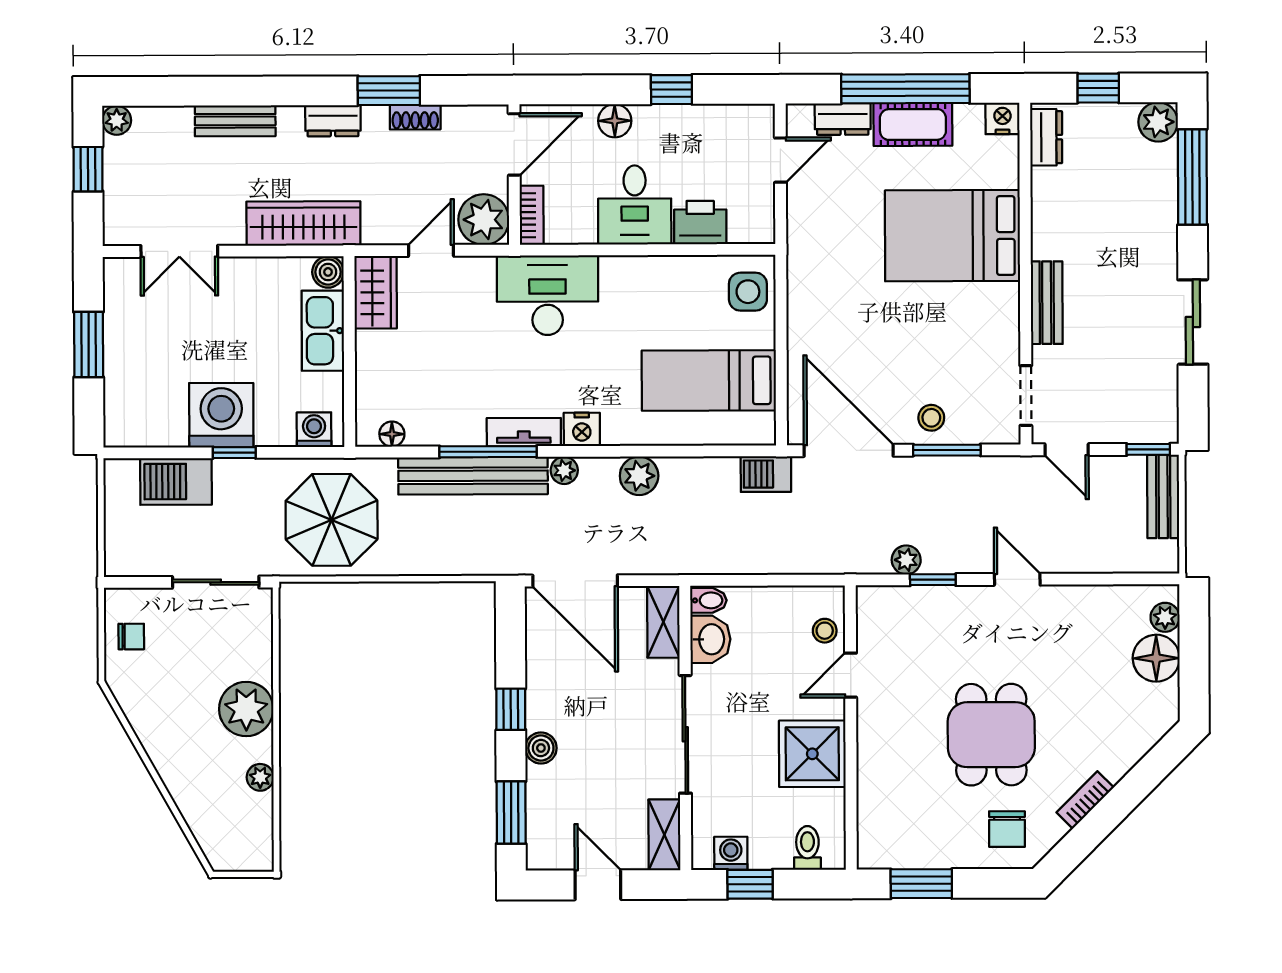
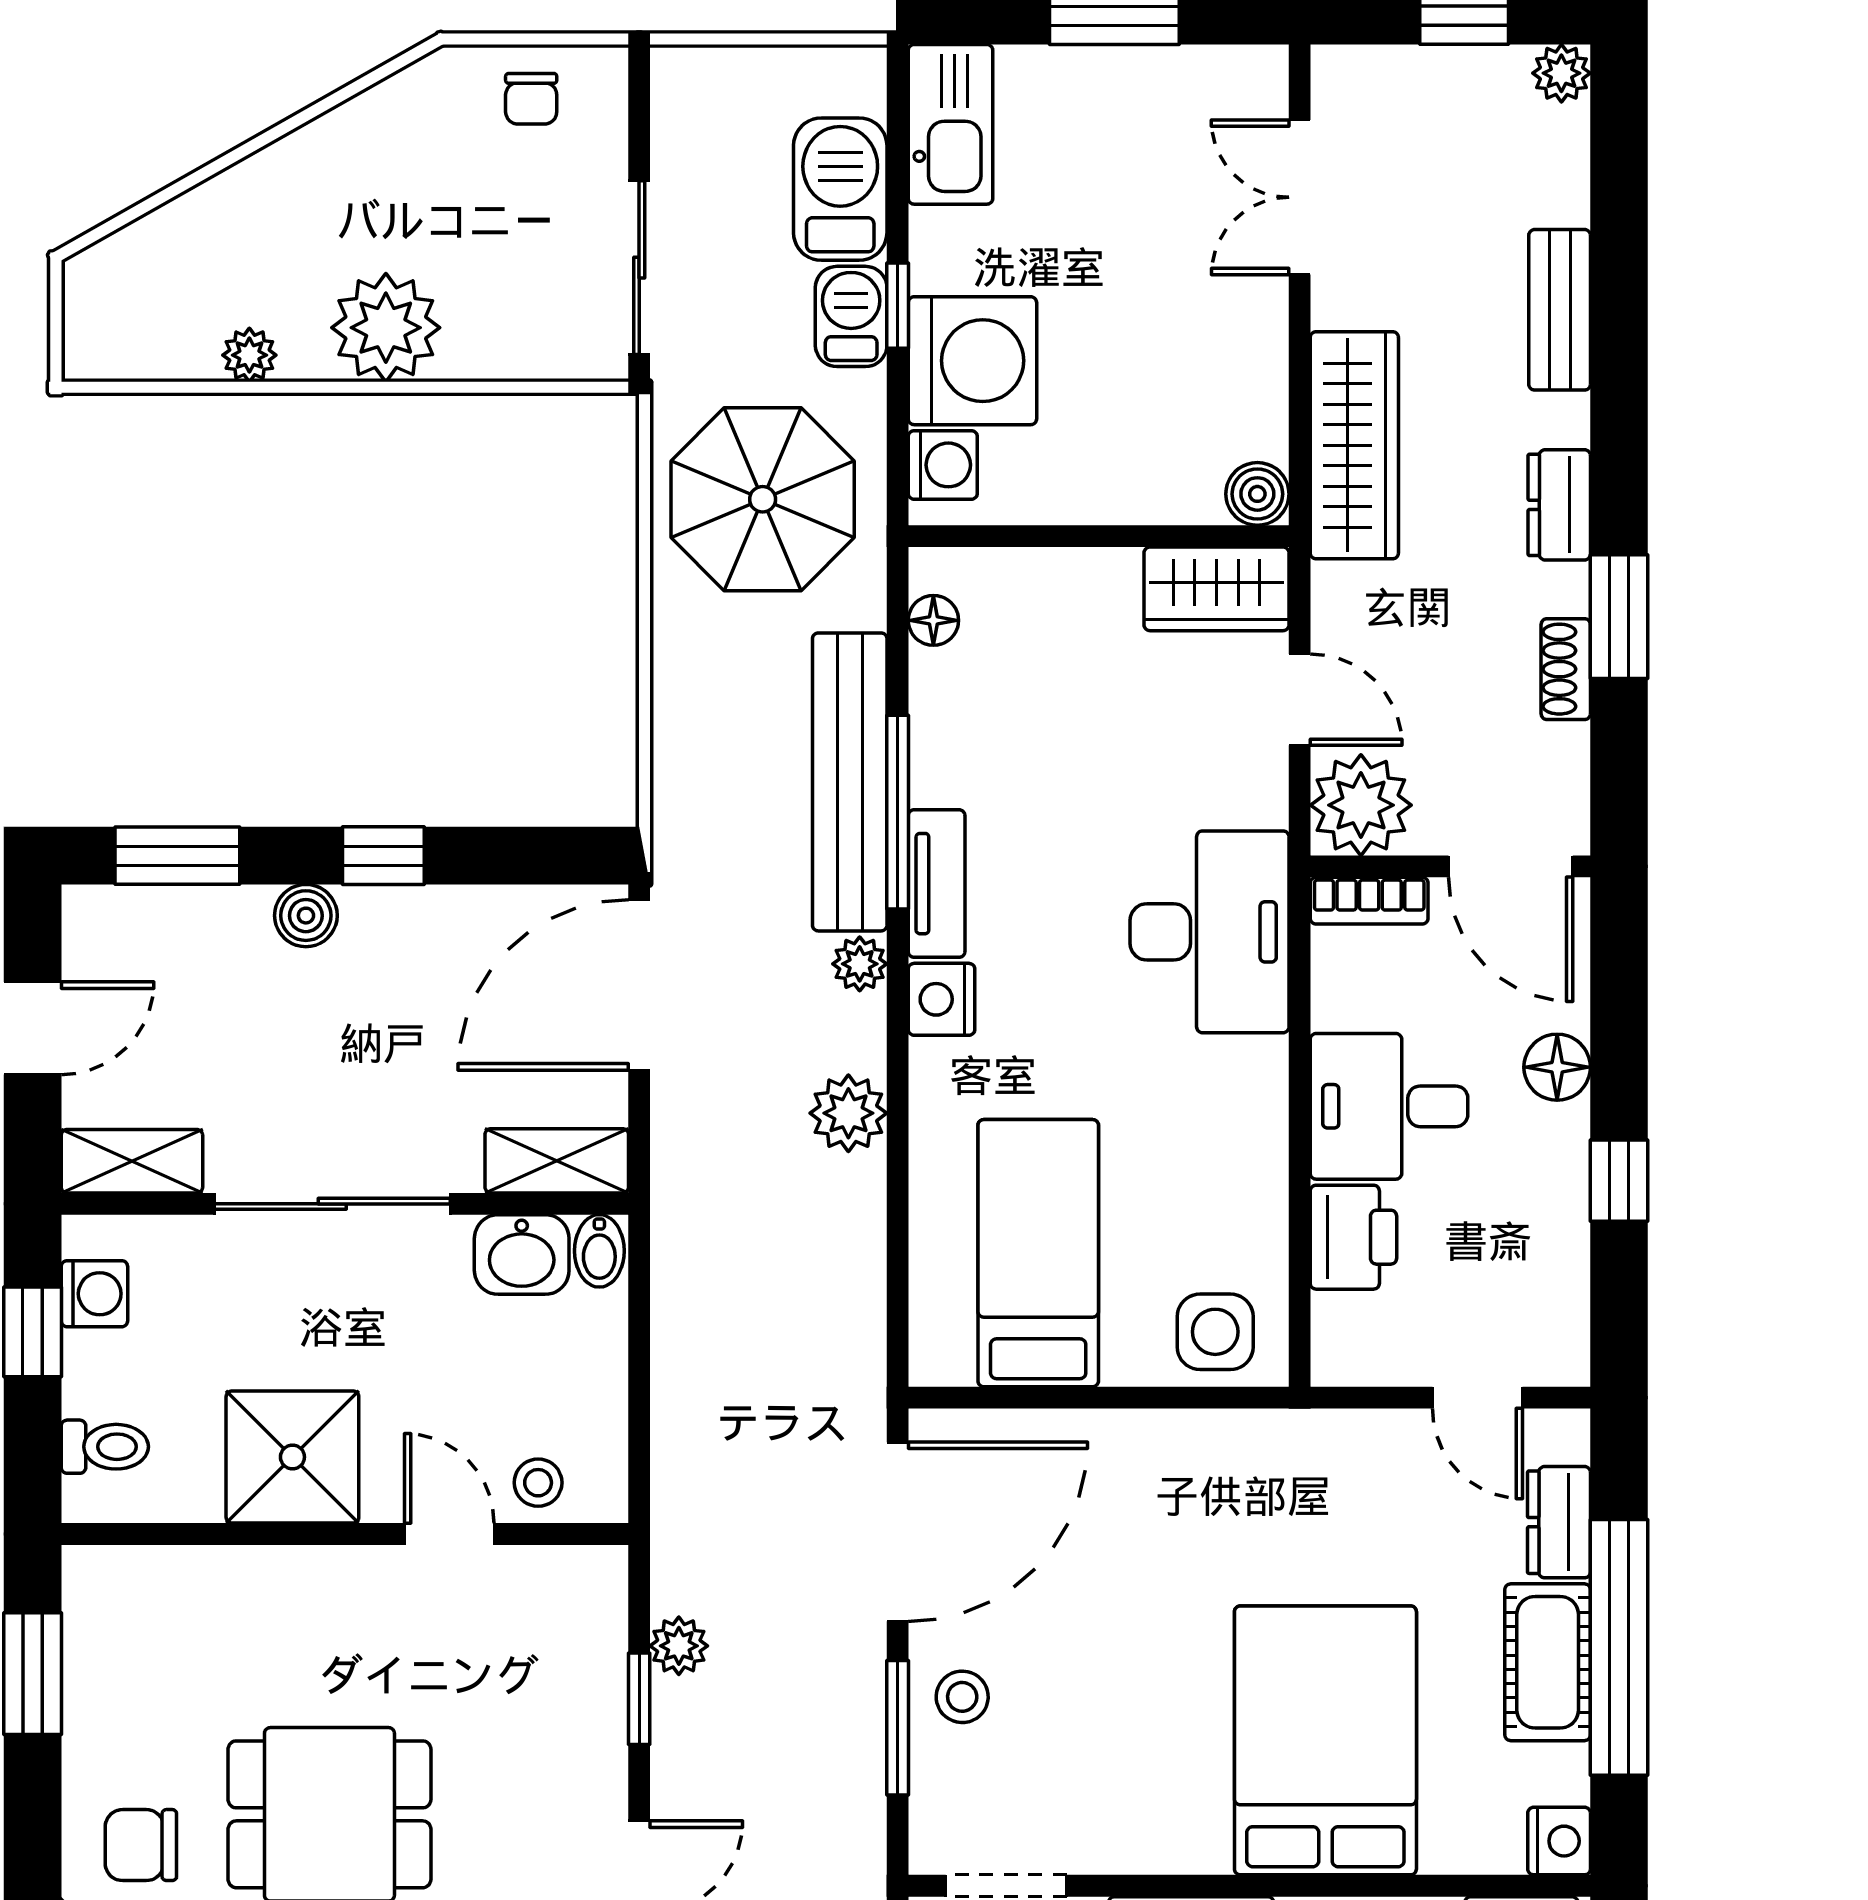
kitchen sink: (323, 331) -> (950, 124), moved, turned 90
washing machine: (221, 415) -> (972, 361), moved
barbecue: (766, 474) -> (851, 316), moved

